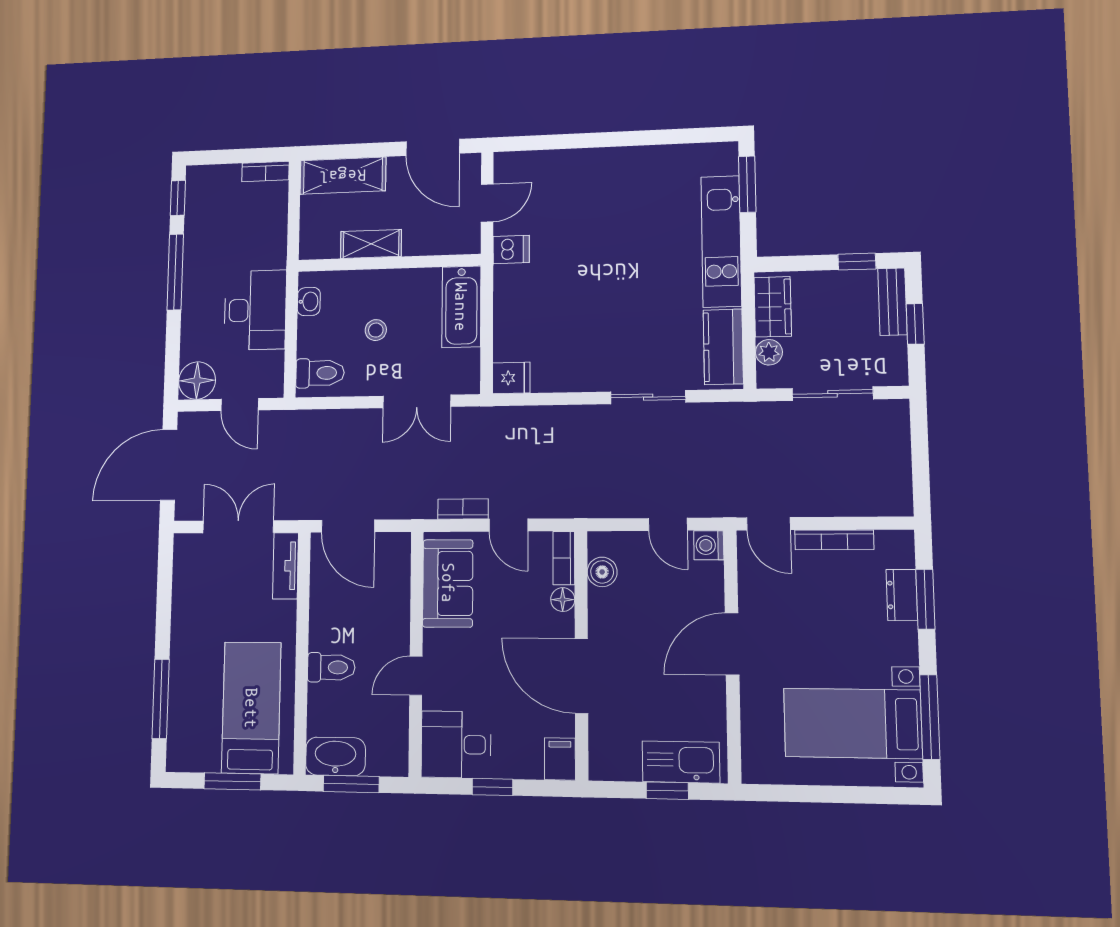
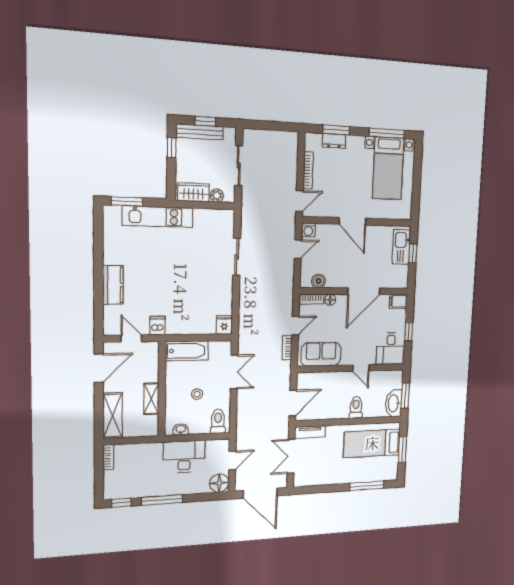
bench: (892, 302) -> (200, 132), width x1.36
kitchen counter: (723, 347) -> (113, 285), moved, turned -90

